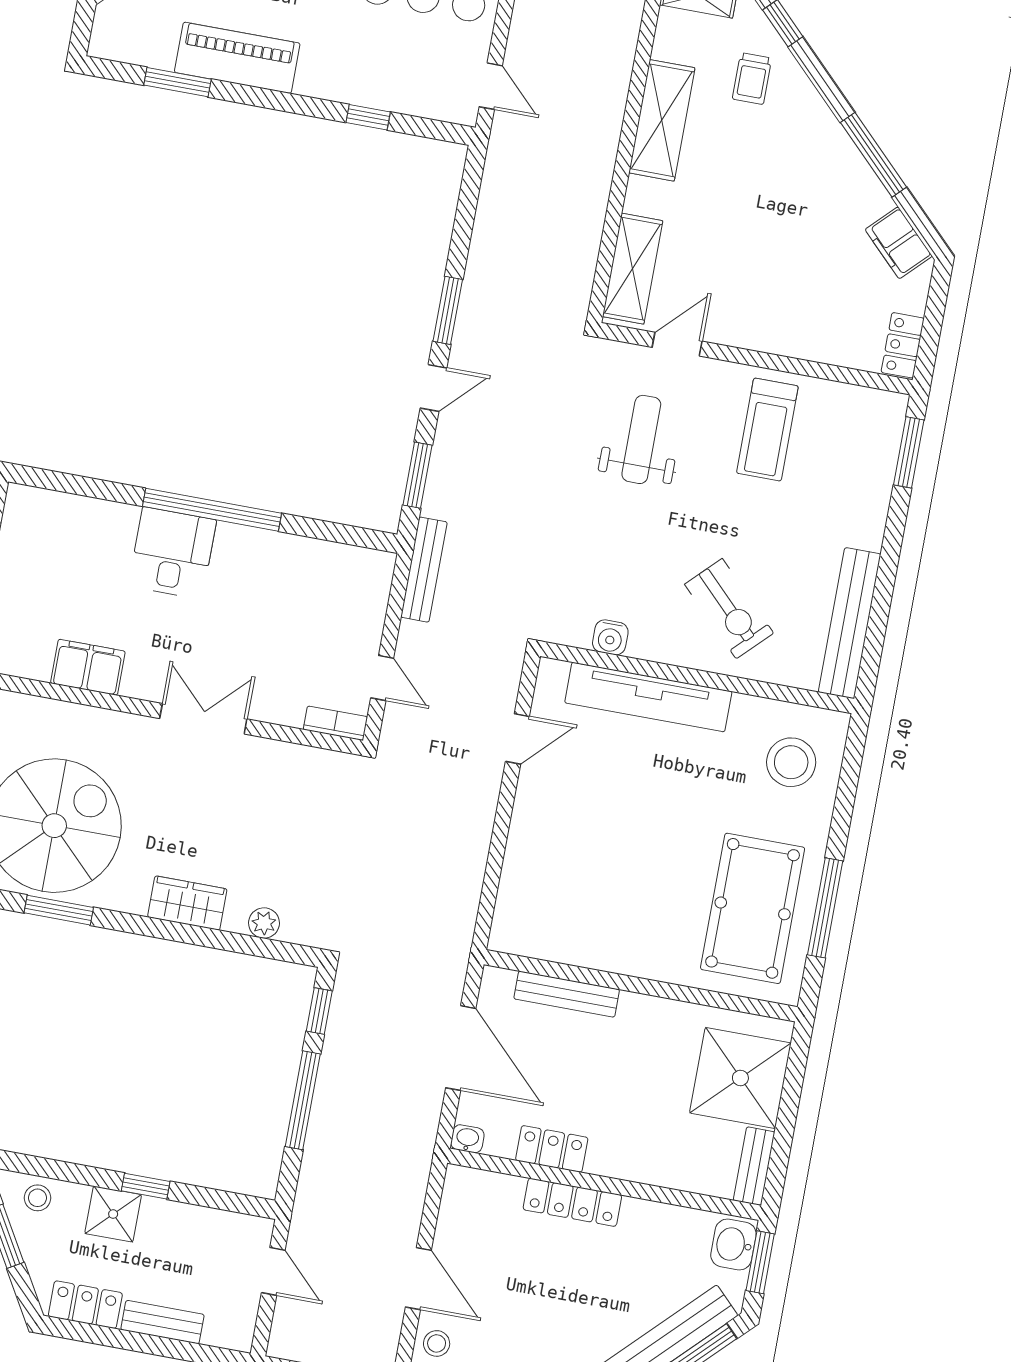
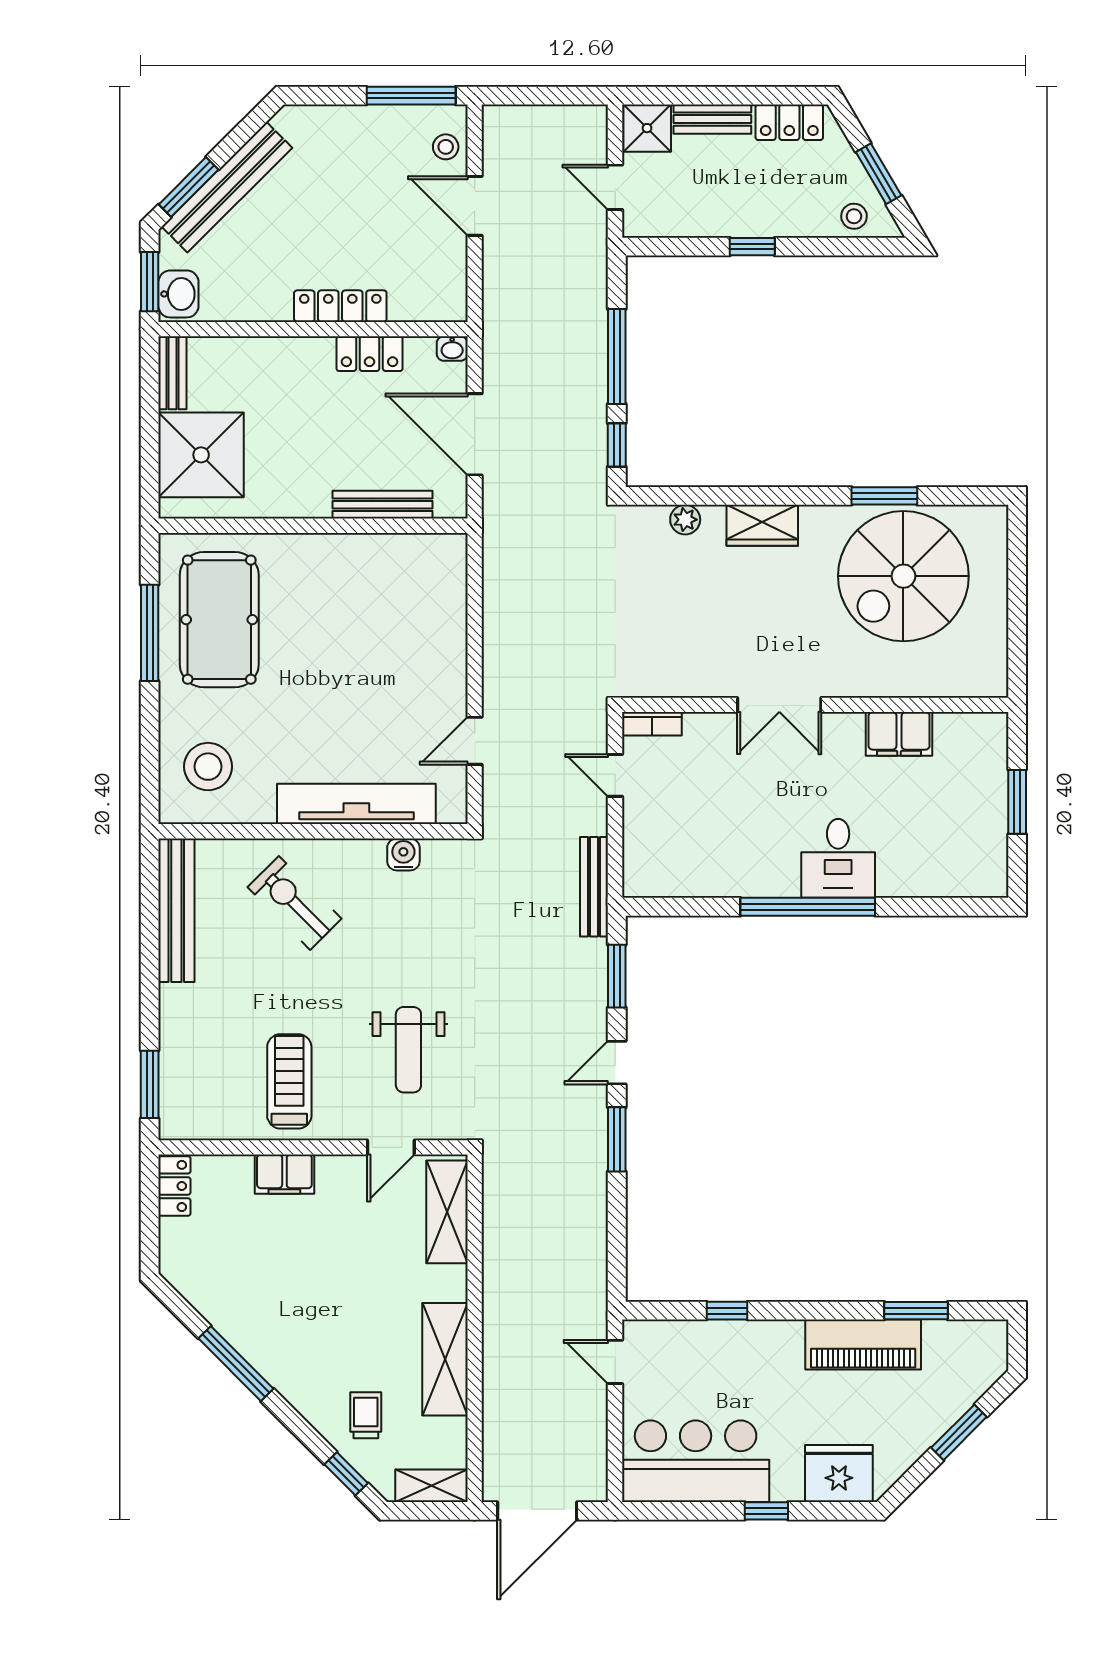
filing cabinet: (899, 243) -> (284, 1174), moved, turned 135
shower: (113, 1214) -> (647, 128), moved

